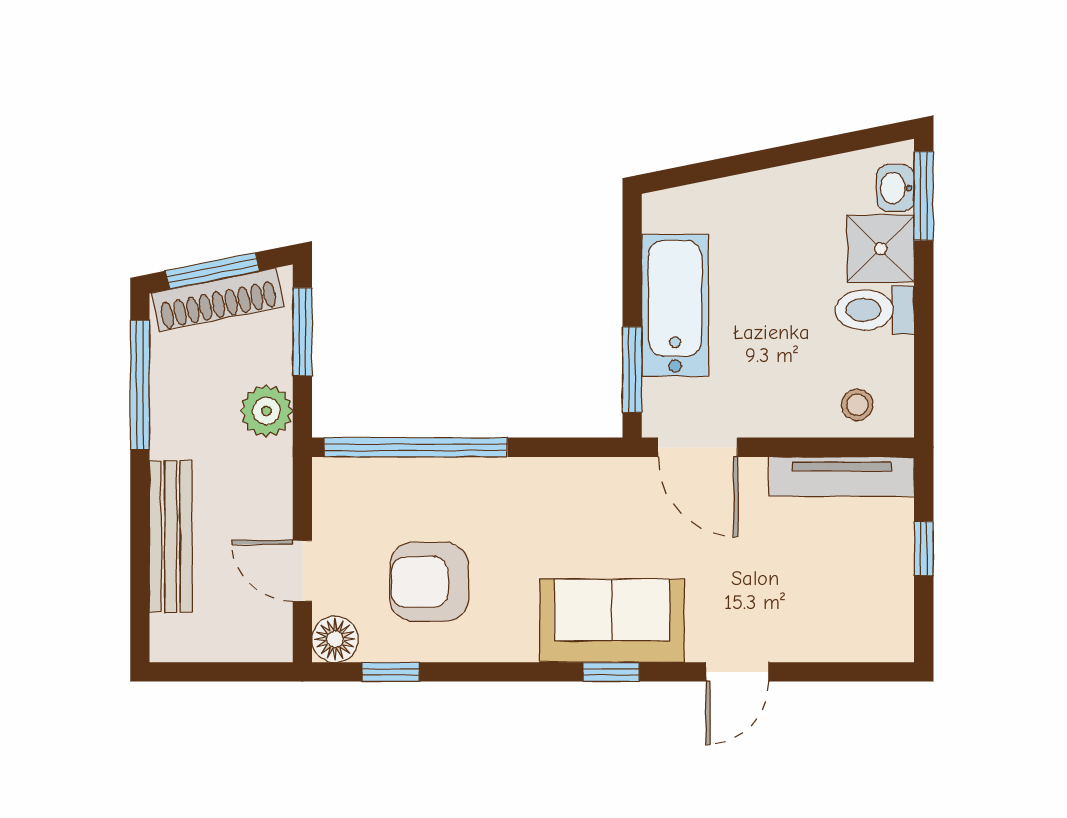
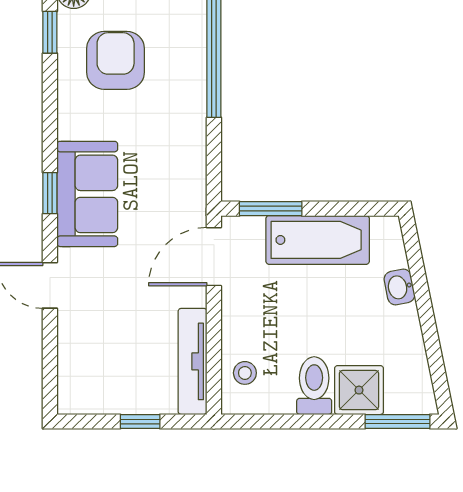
washbasin: (895, 188) -> (399, 287), moved, turned -101

